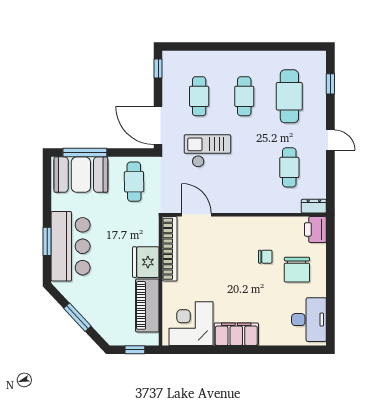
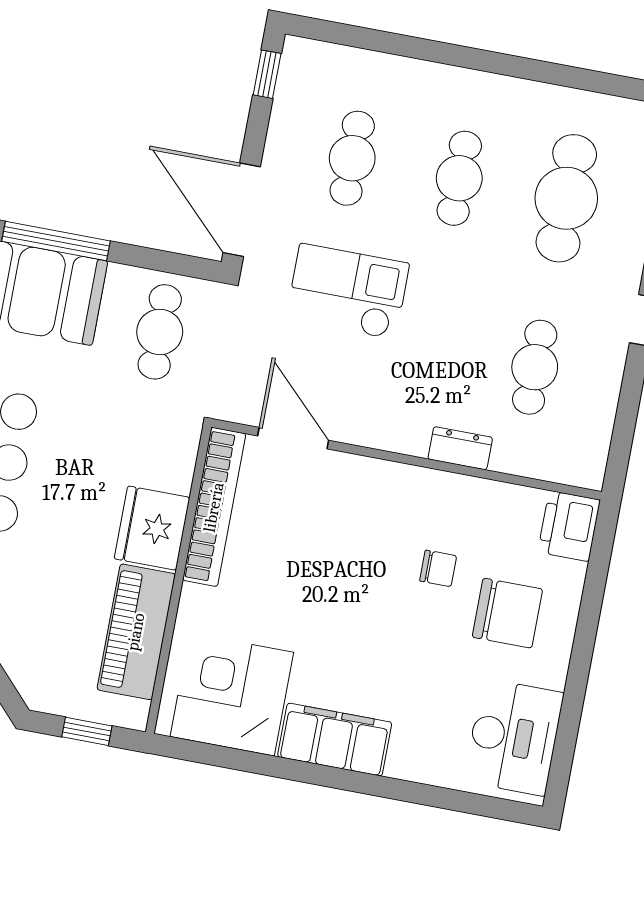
dresser: (314, 206) -> (460, 448), moved
chair: (297, 270) -> (507, 613), turned -90

